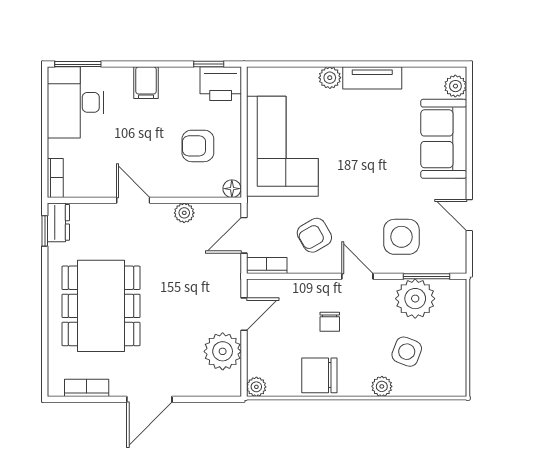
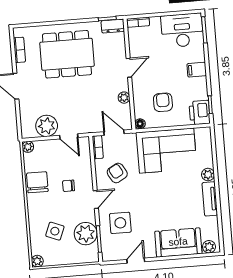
plant: (382, 386) -> (37, 261), moved

